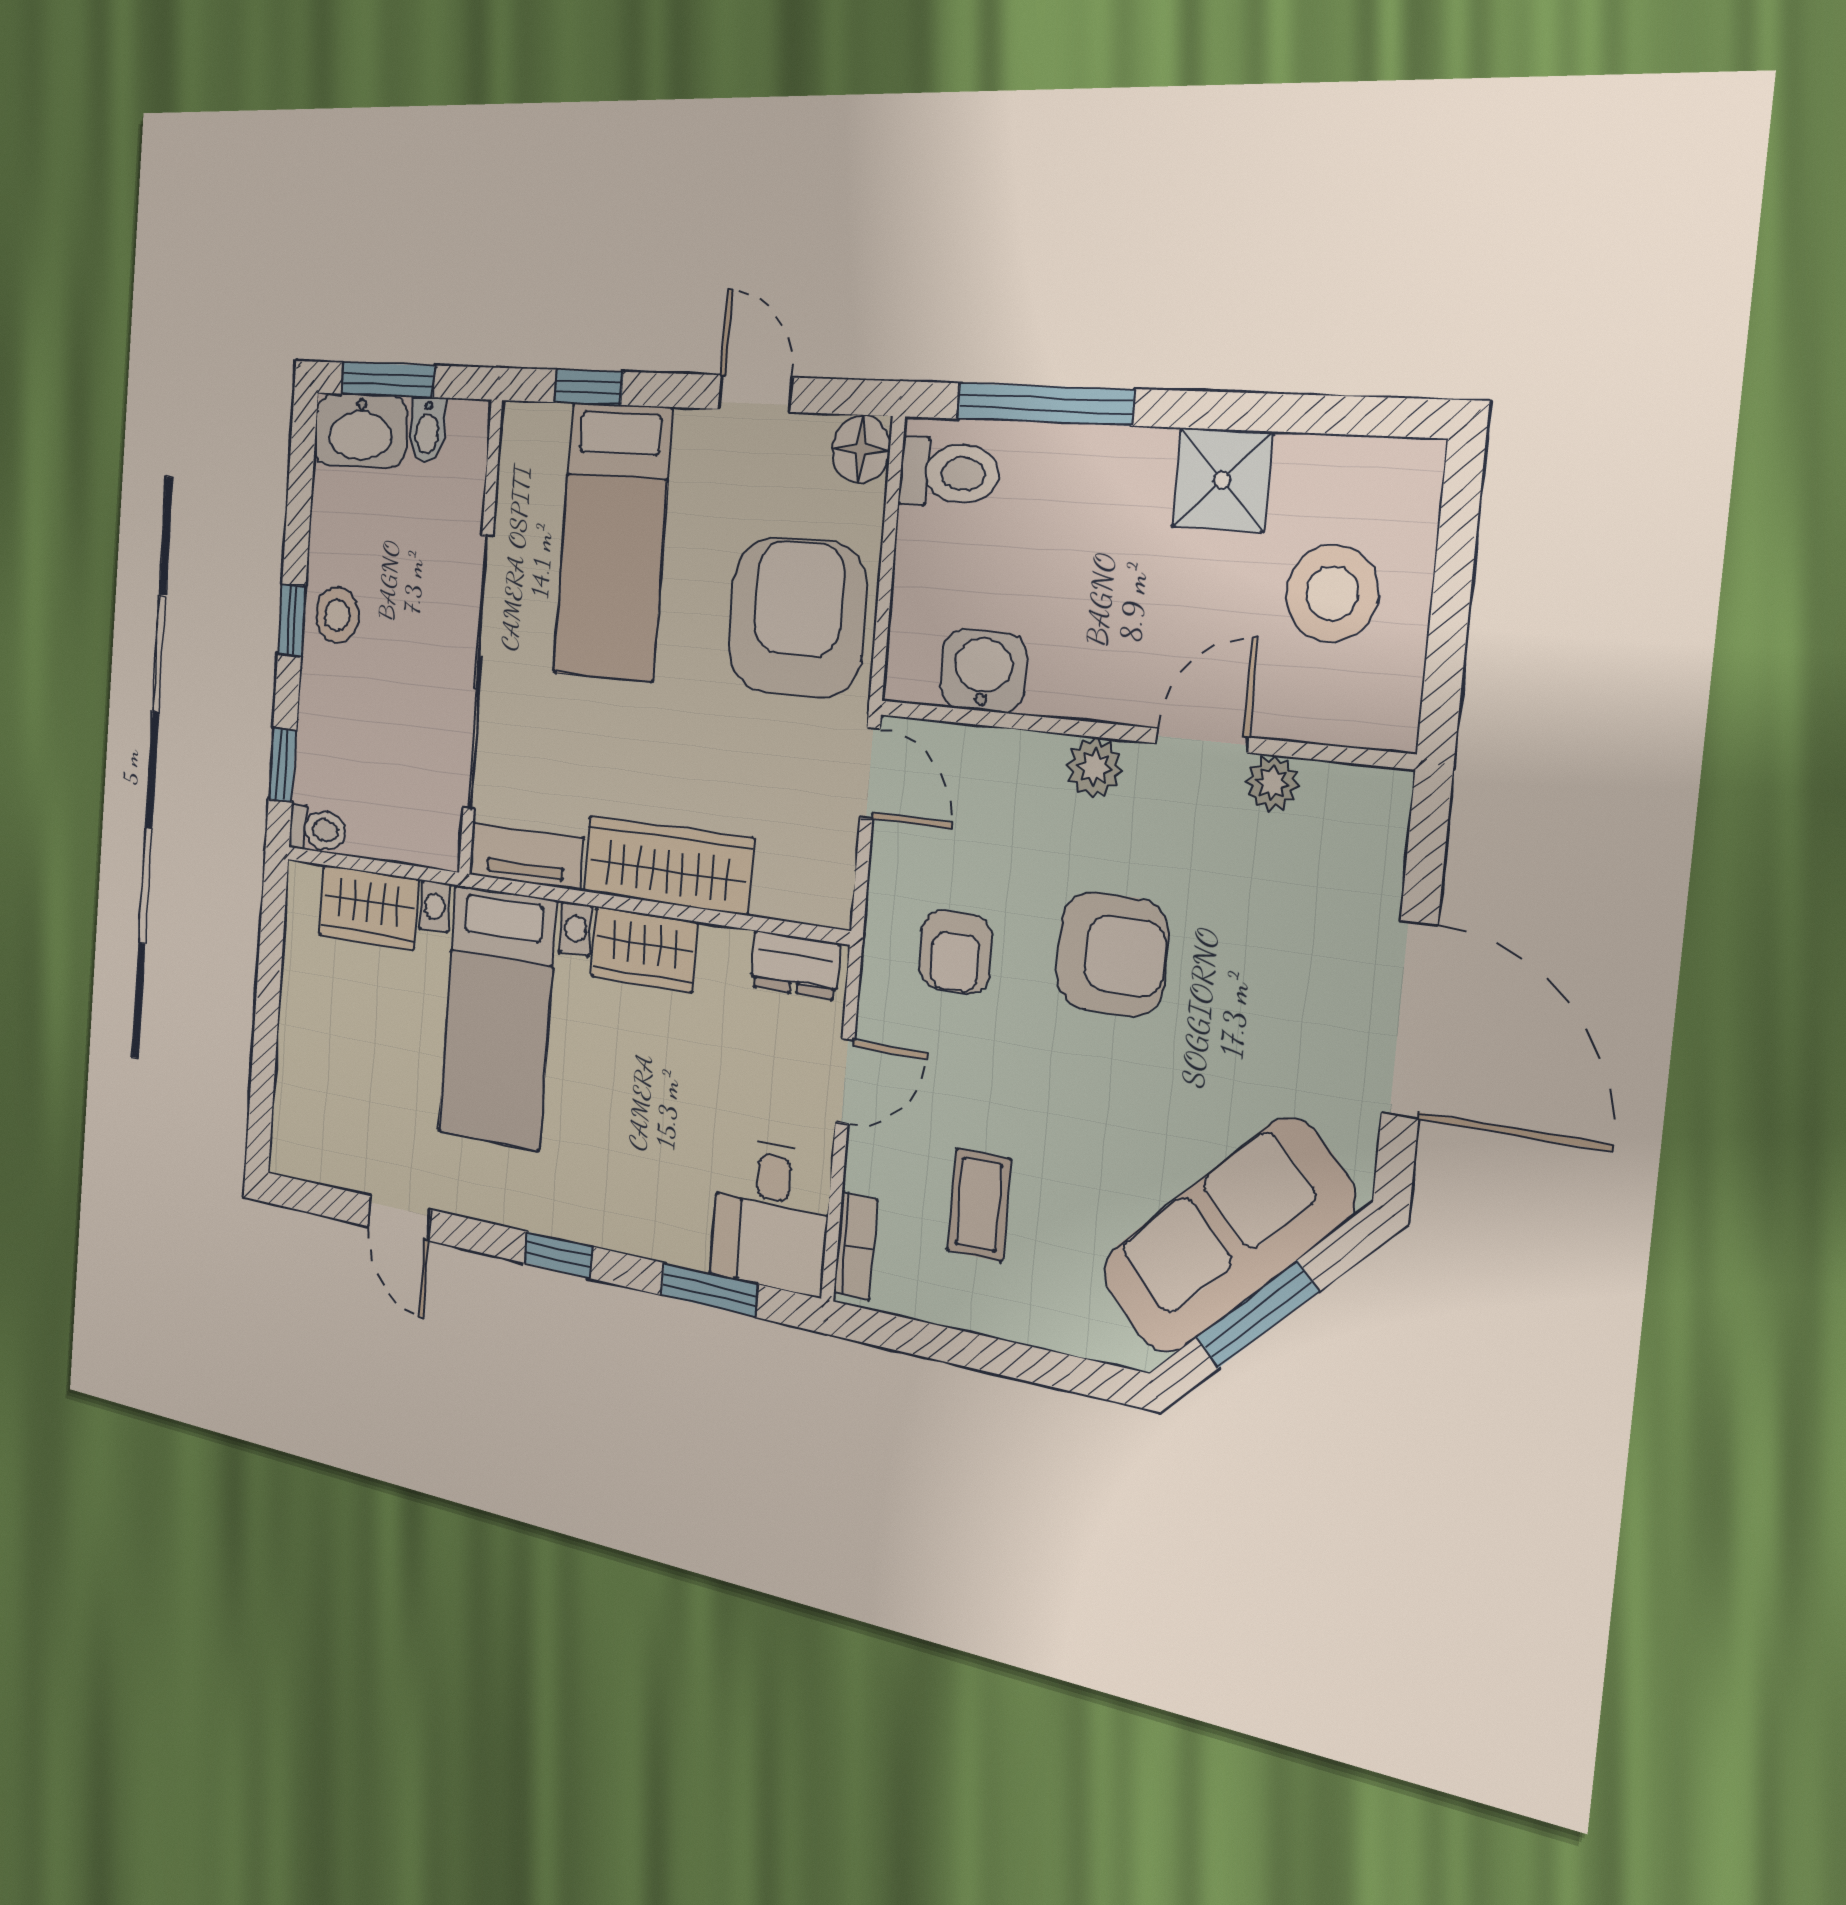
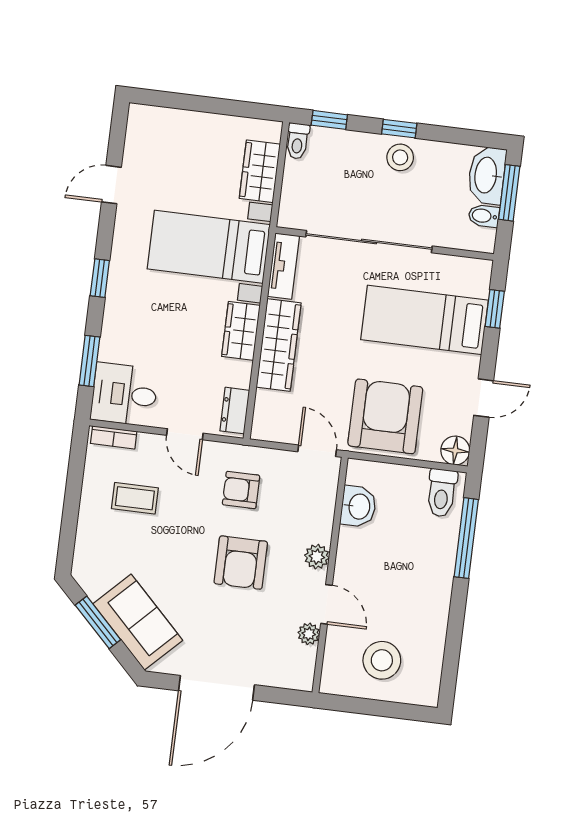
shower: (1222, 480) -> (429, 615), removed
armchair: (797, 618) -> (385, 416), turned -90
door: (870, 773) -> (317, 451), swing flipped
sofa: (1227, 1236) -> (138, 622), width x0.73

